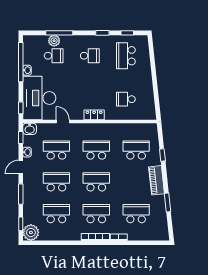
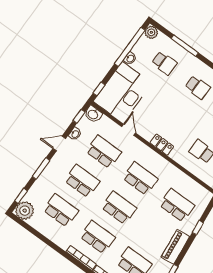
plant: (54, 41) -> (151, 32), moved

